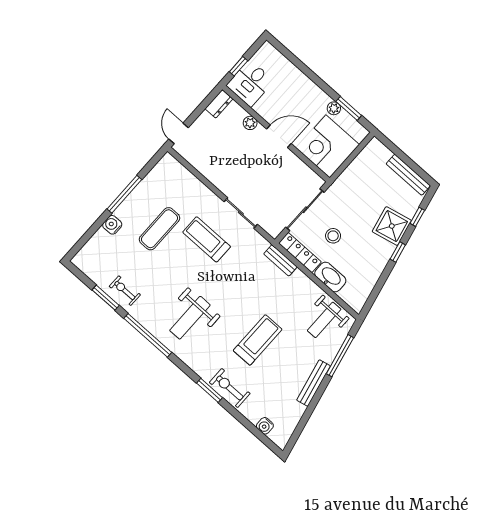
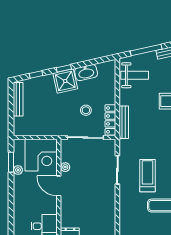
plant: (250, 123) -> (65, 167), moved
shower: (392, 226) -> (65, 81), moved
treadmill: (207, 239) -> (147, 176), turned 180
bench: (280, 260) -> (124, 122), width x1.36
washbasin: (330, 277) -> (86, 73), moved, turned -103

